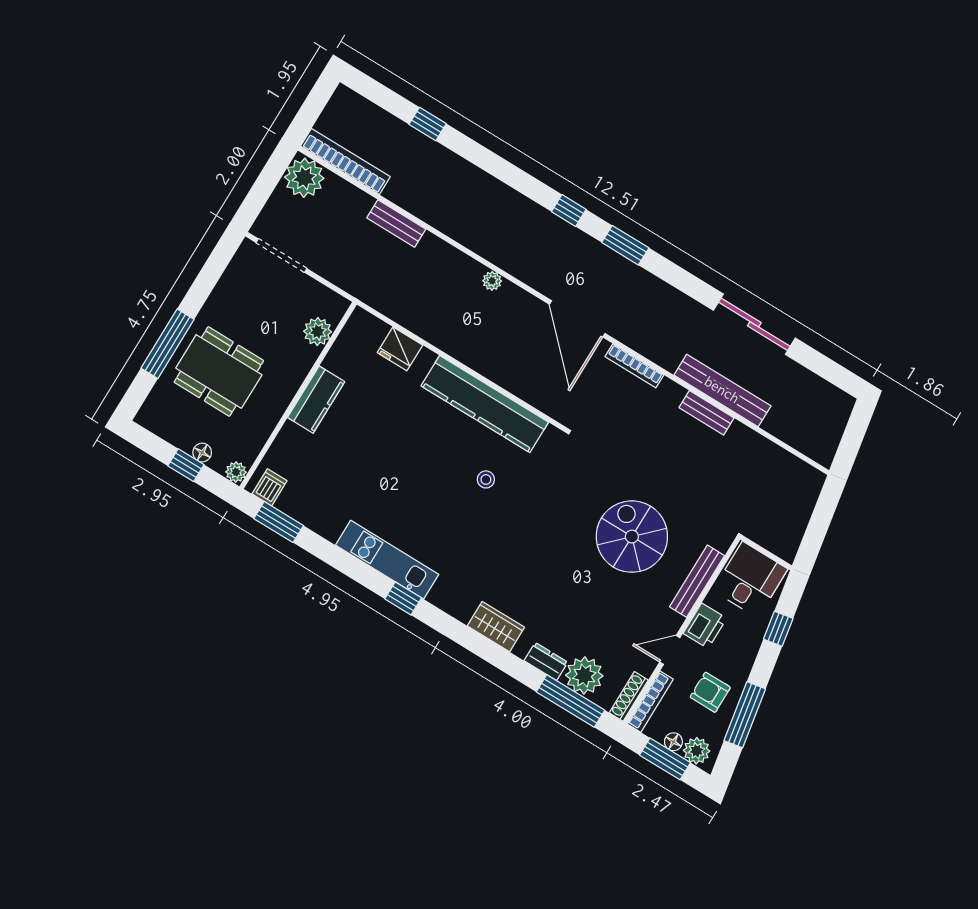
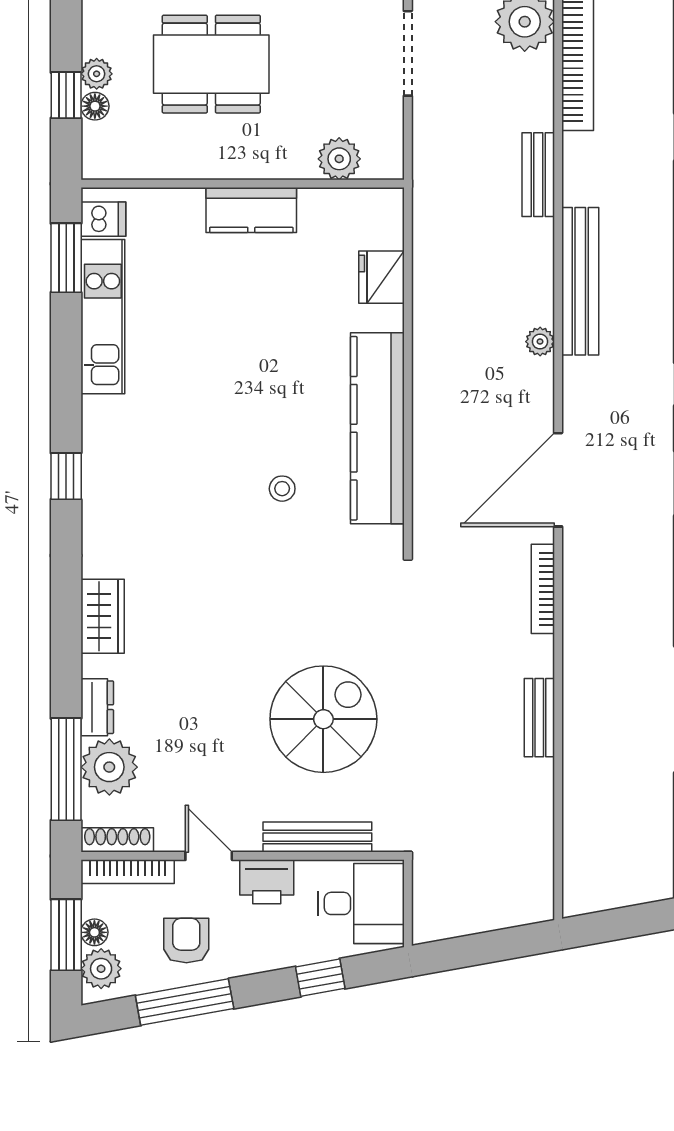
dining table: (219, 371) -> (211, 64), turned 90
bench: (722, 390) -> (580, 281), moved
plant: (236, 472) -> (97, 74), moved
kitchen unit: (387, 560) -> (103, 317), moved

